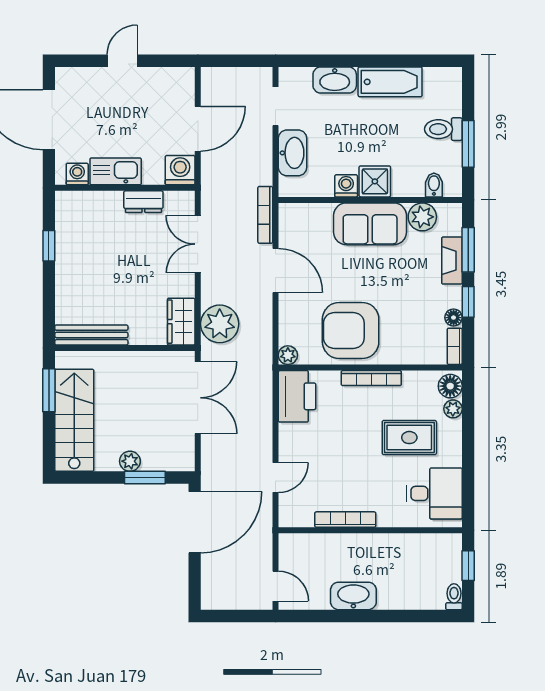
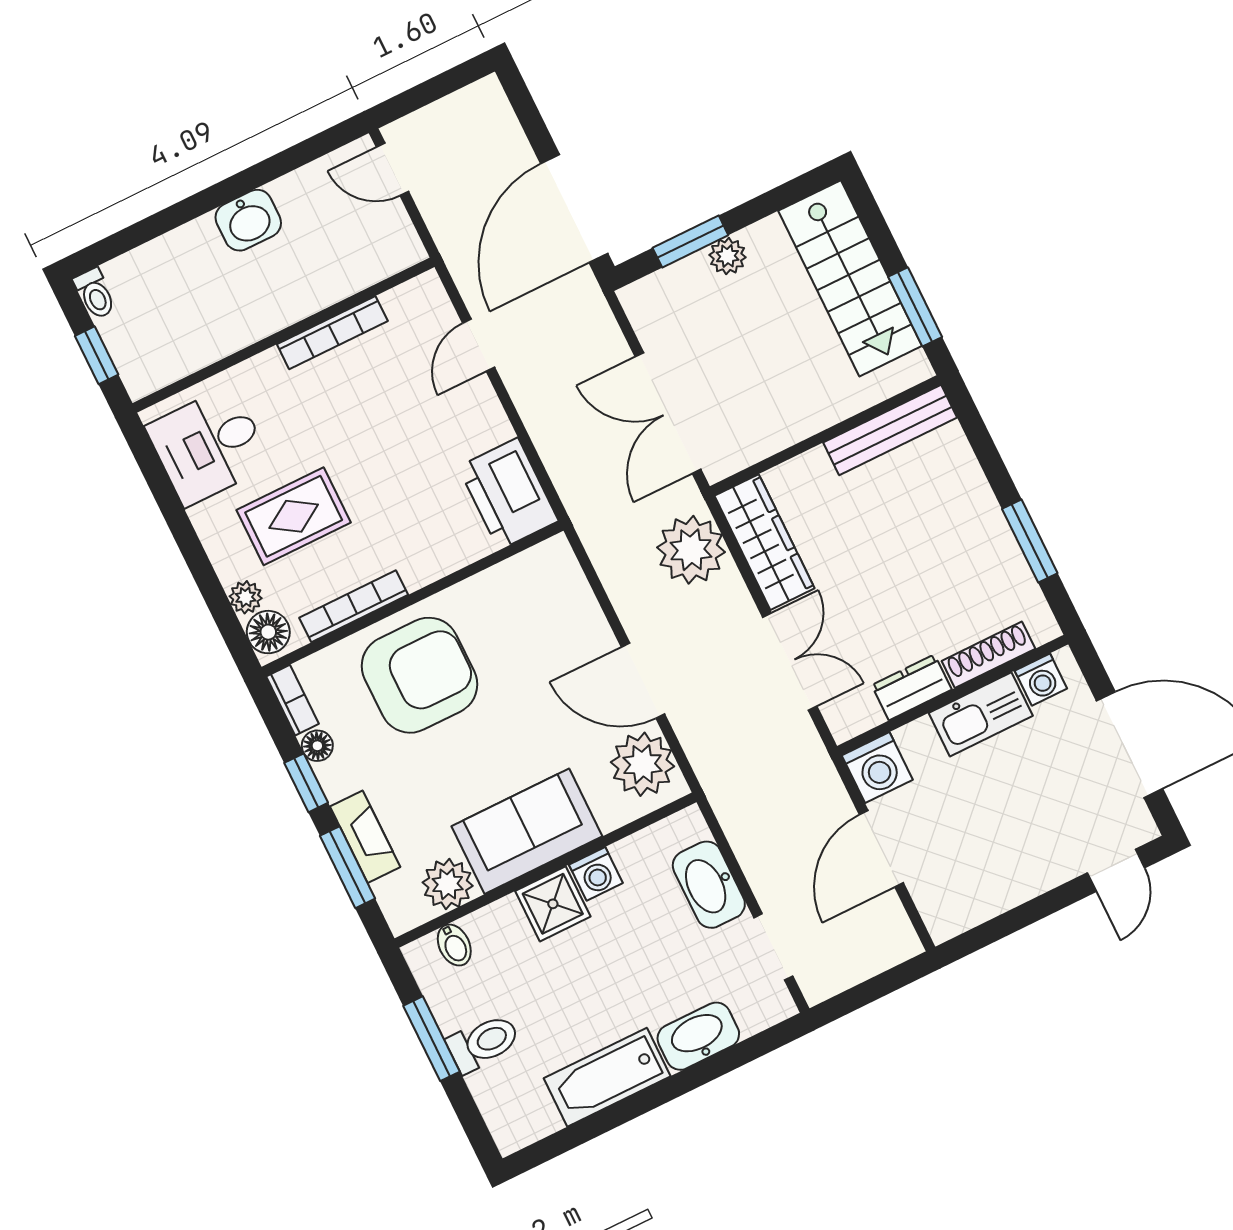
door: (122, 61) -> (1116, 870), moved
shoe rack: (97, 199) -> (988, 655), added
bookcase: (265, 215) -> (704, 763), removed
window: (49, 246) -> (1030, 541), width x1.50
wardrobe: (181, 322) -> (765, 542), width x1.50
armchair: (351, 331) -> (419, 675), moved
plant: (288, 355) -> (643, 764), moved, width x1.87, depth x1.87
bookcase: (371, 378) -> (354, 606), moved
washbasin: (353, 596) -> (248, 220), width x0.72

